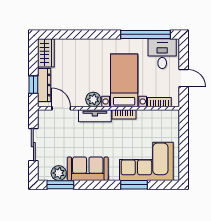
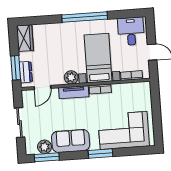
window: (145, 34) -> (85, 17), moved
window: (33, 85) -> (16, 68), width x1.50
dresser: (44, 85) -> (26, 72), width x0.70
door: (61, 108) -> (43, 88), swing flipped
window: (134, 185) -> (100, 153), moved

